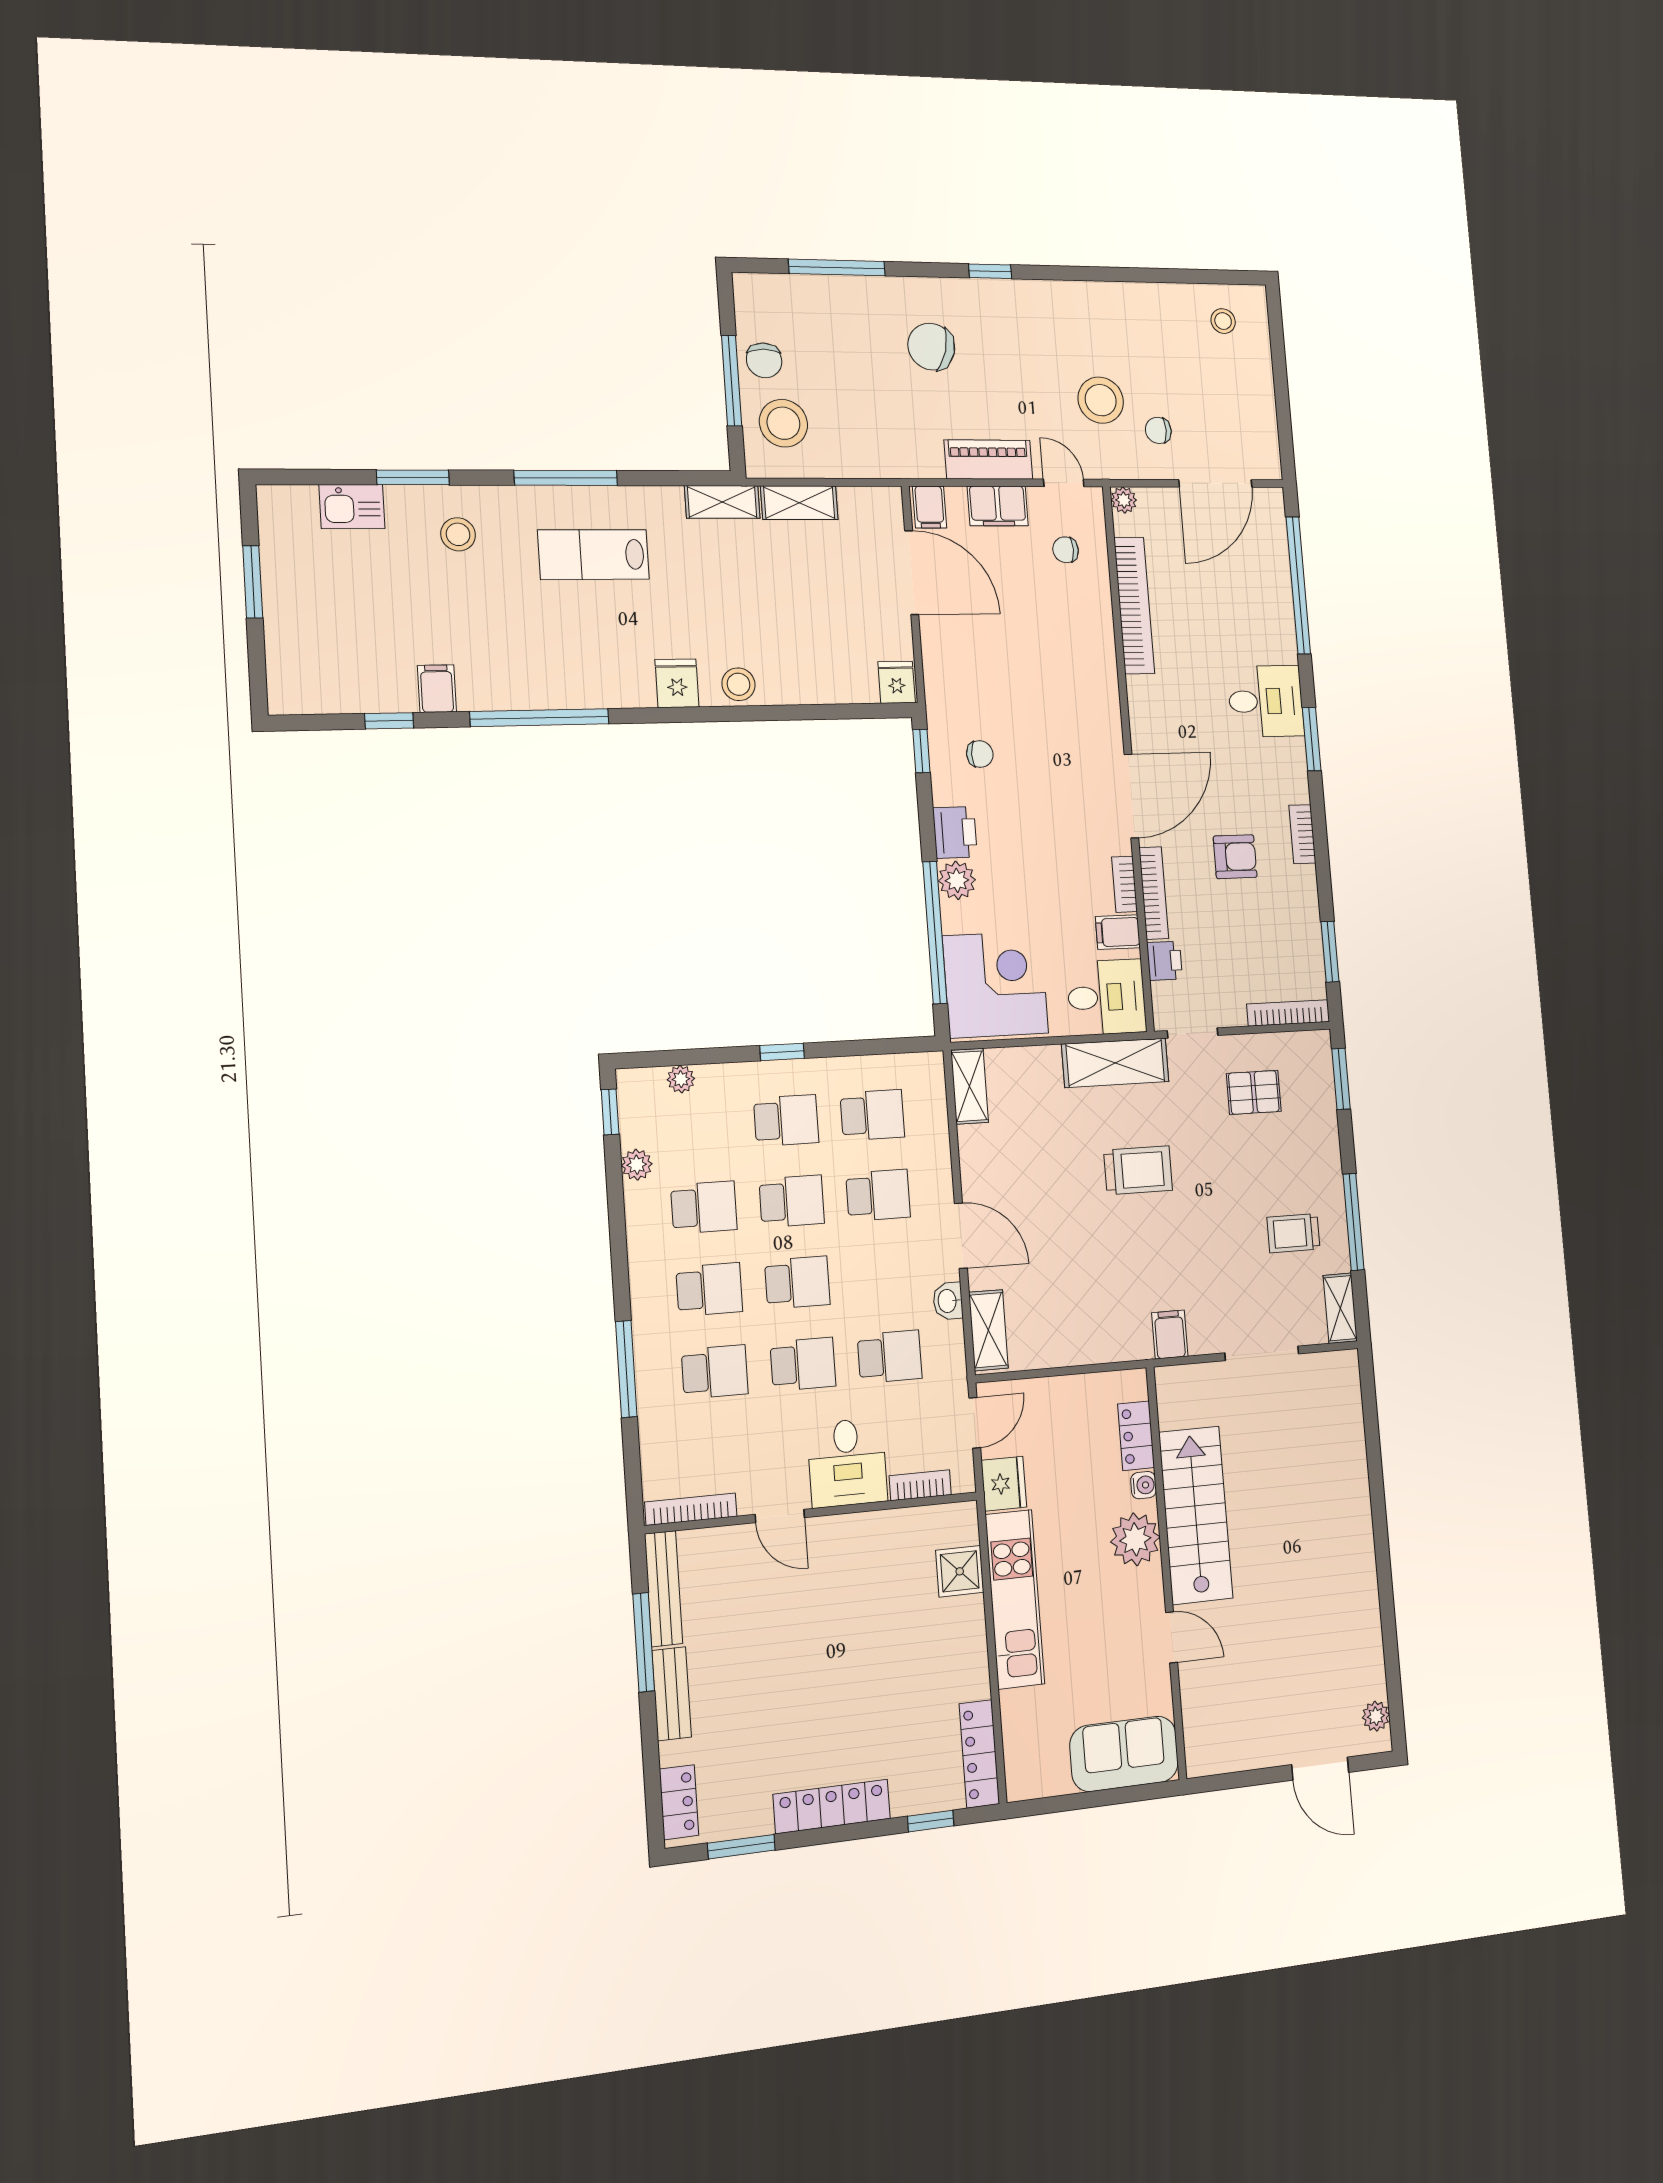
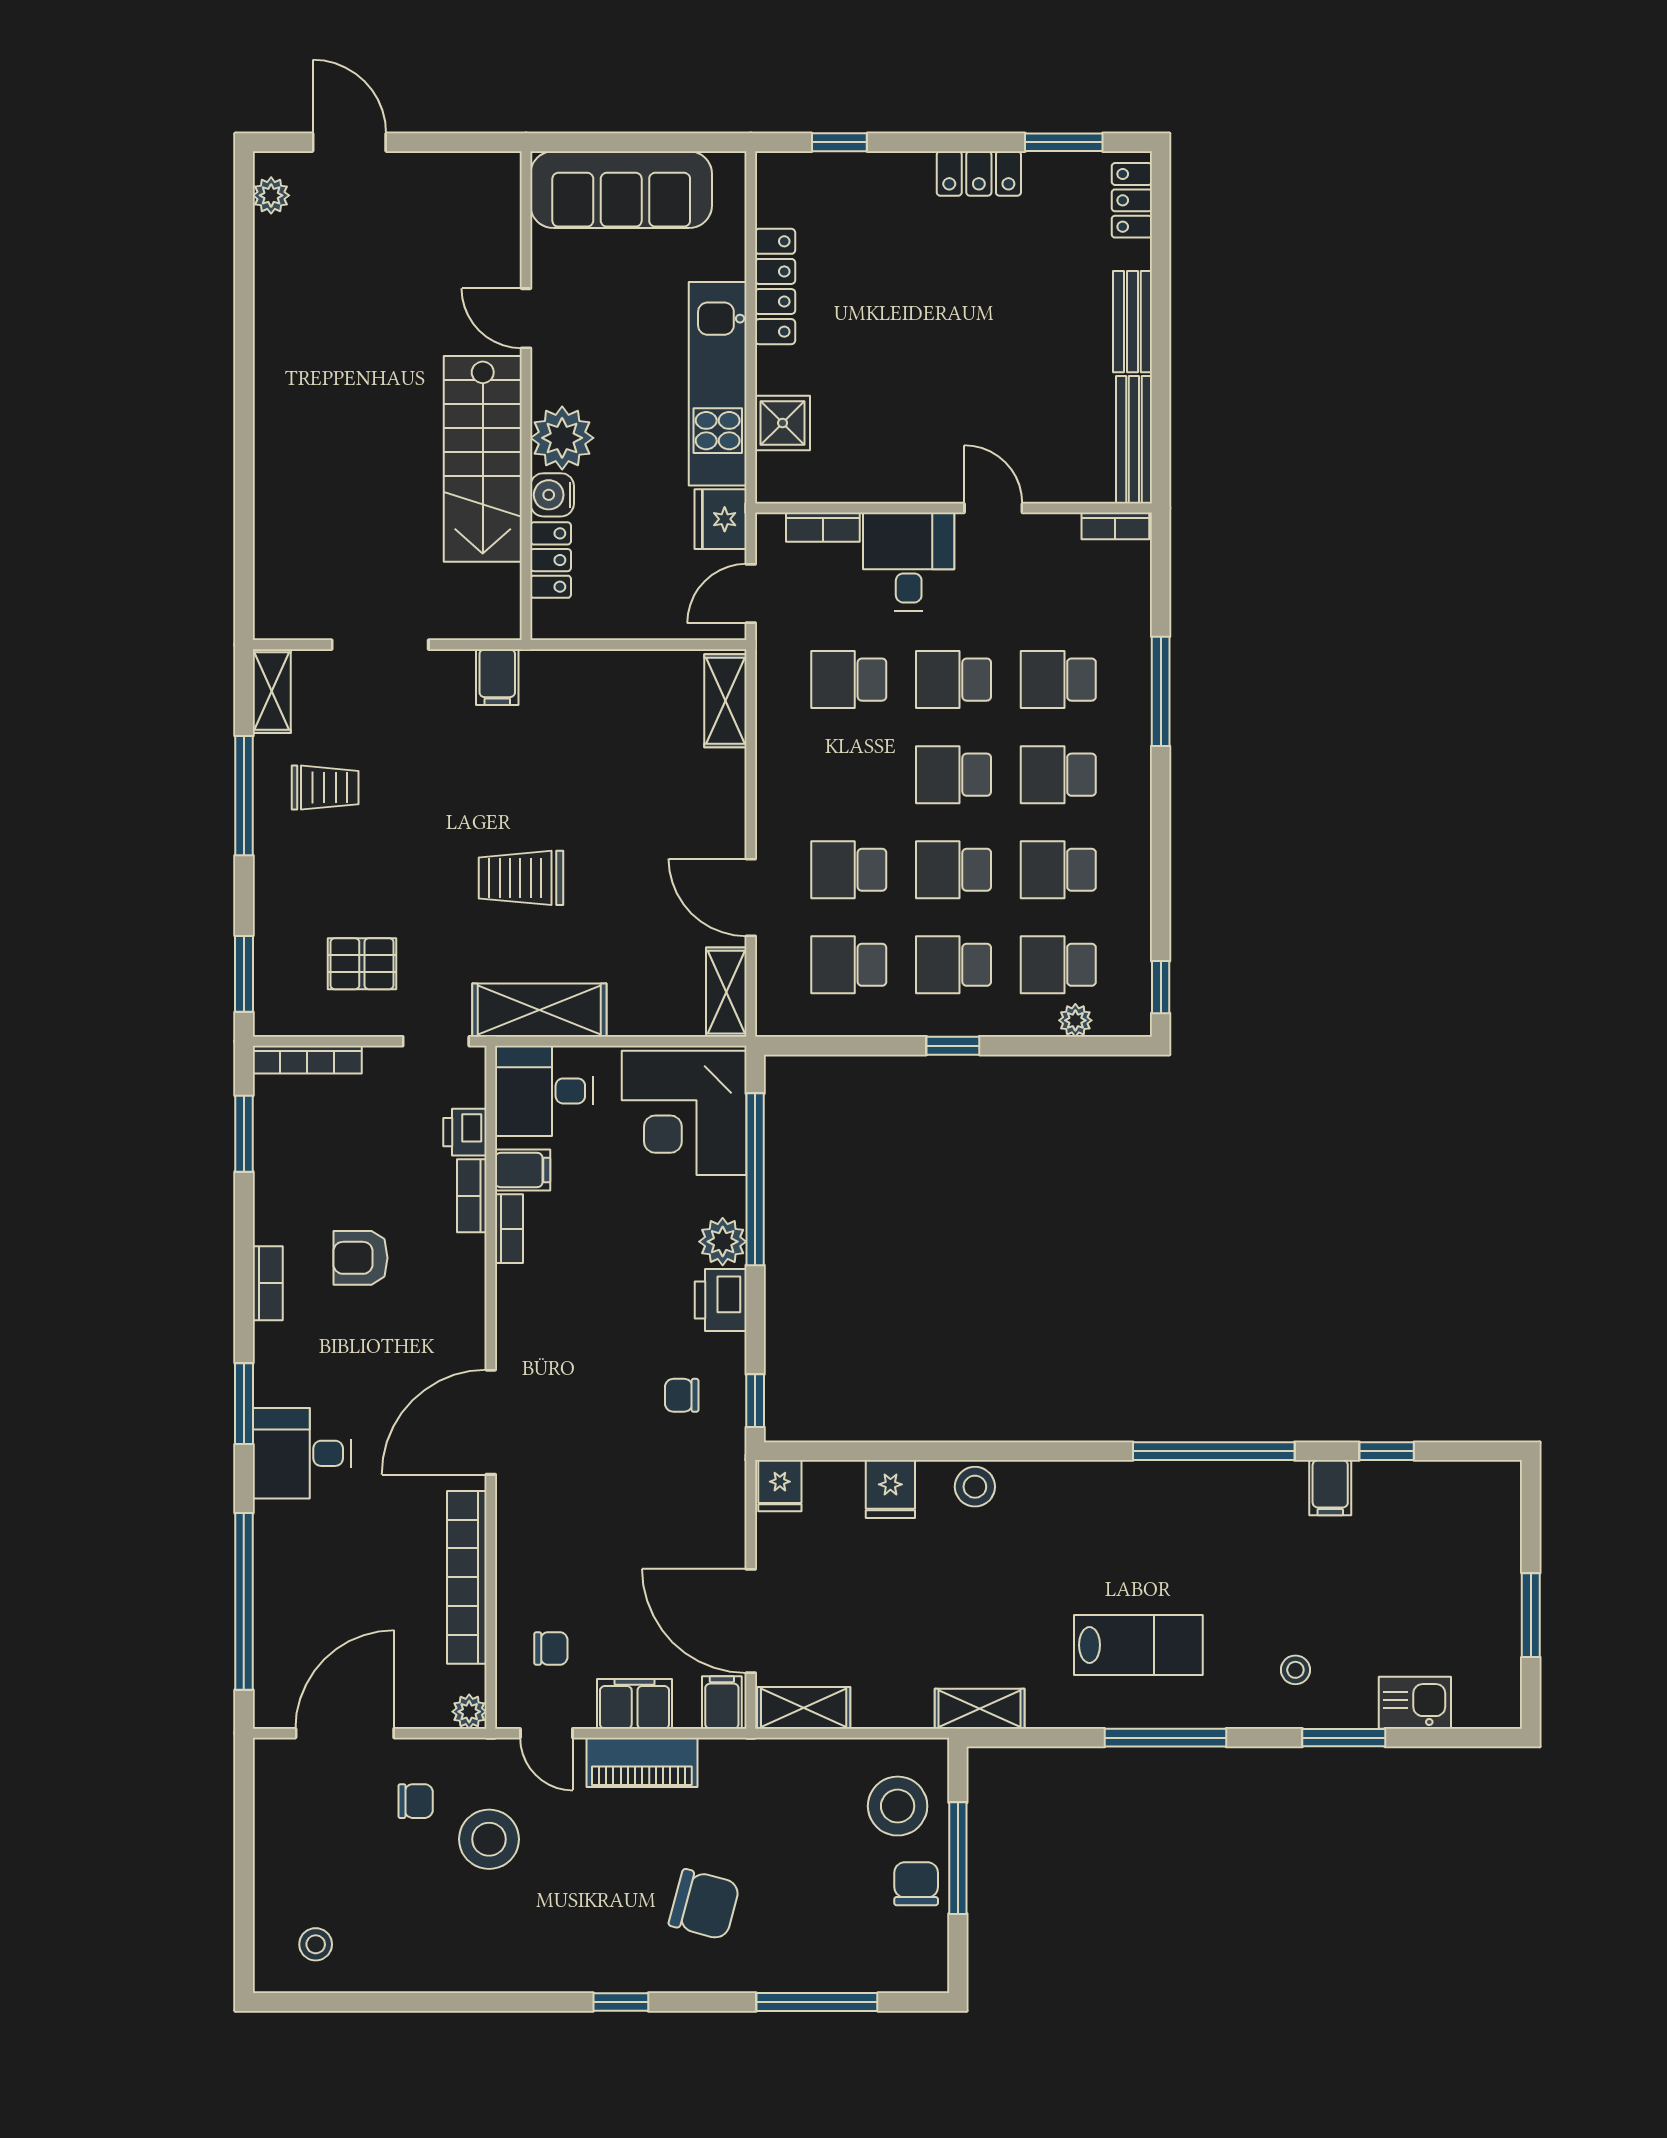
shelving: (799, 503) -> (804, 1708), moved
stool: (458, 534) -> (1295, 1670), width x0.73, depth x0.73
fridge: (677, 683) -> (890, 1489), moved
door: (1131, 796) -> (491, 1422), moved
bookcase: (1154, 893) -> (472, 1196), width x0.64
school desk: (698, 1126) -> (1058, 965), added
plant: (637, 1165) -> (1134, 924), removed
door: (961, 1236) -> (751, 897), moved
washbasin: (948, 1301) -> (773, 739), removed
water cooler: (1144, 1485) -> (552, 495), width x1.38, depth x1.38
bookcase: (691, 1509) -> (1115, 526), width x0.64
window: (644, 1642) -> (1161, 382), removed
locker: (979, 1754) -> (775, 286), moved
sofa: (1124, 1754) -> (621, 190), width x1.36
locker: (832, 1806) -> (979, 173), width x0.66

